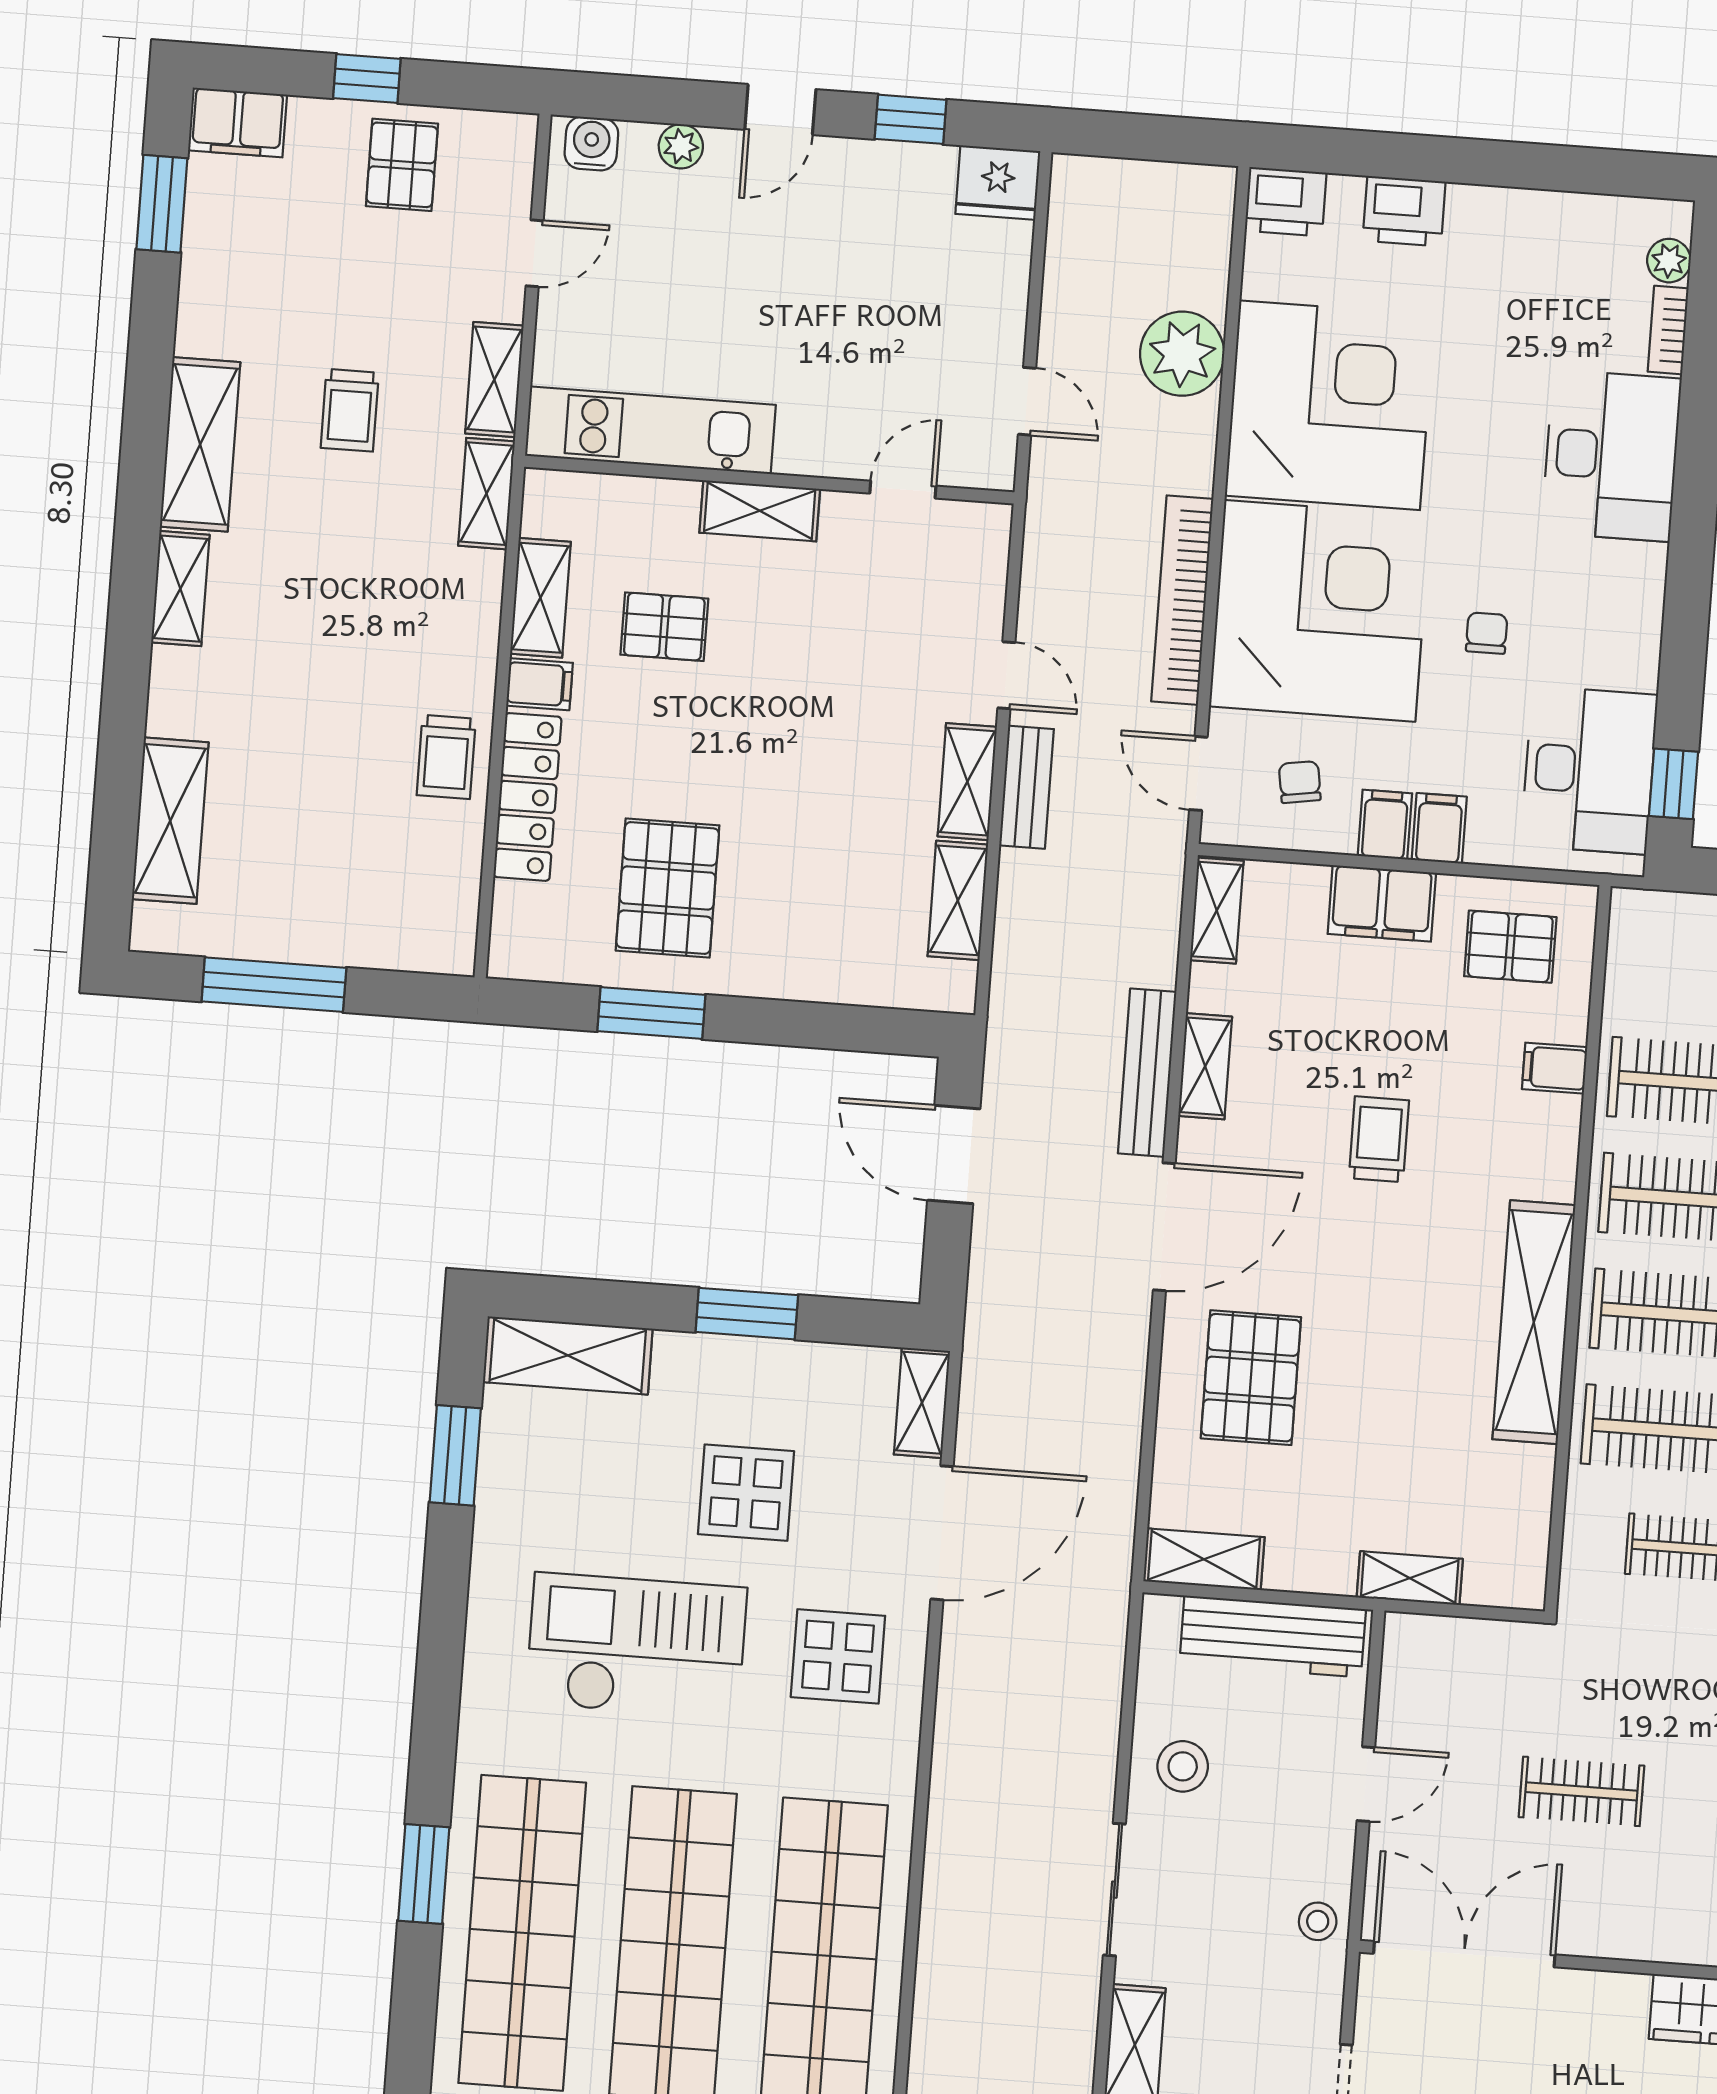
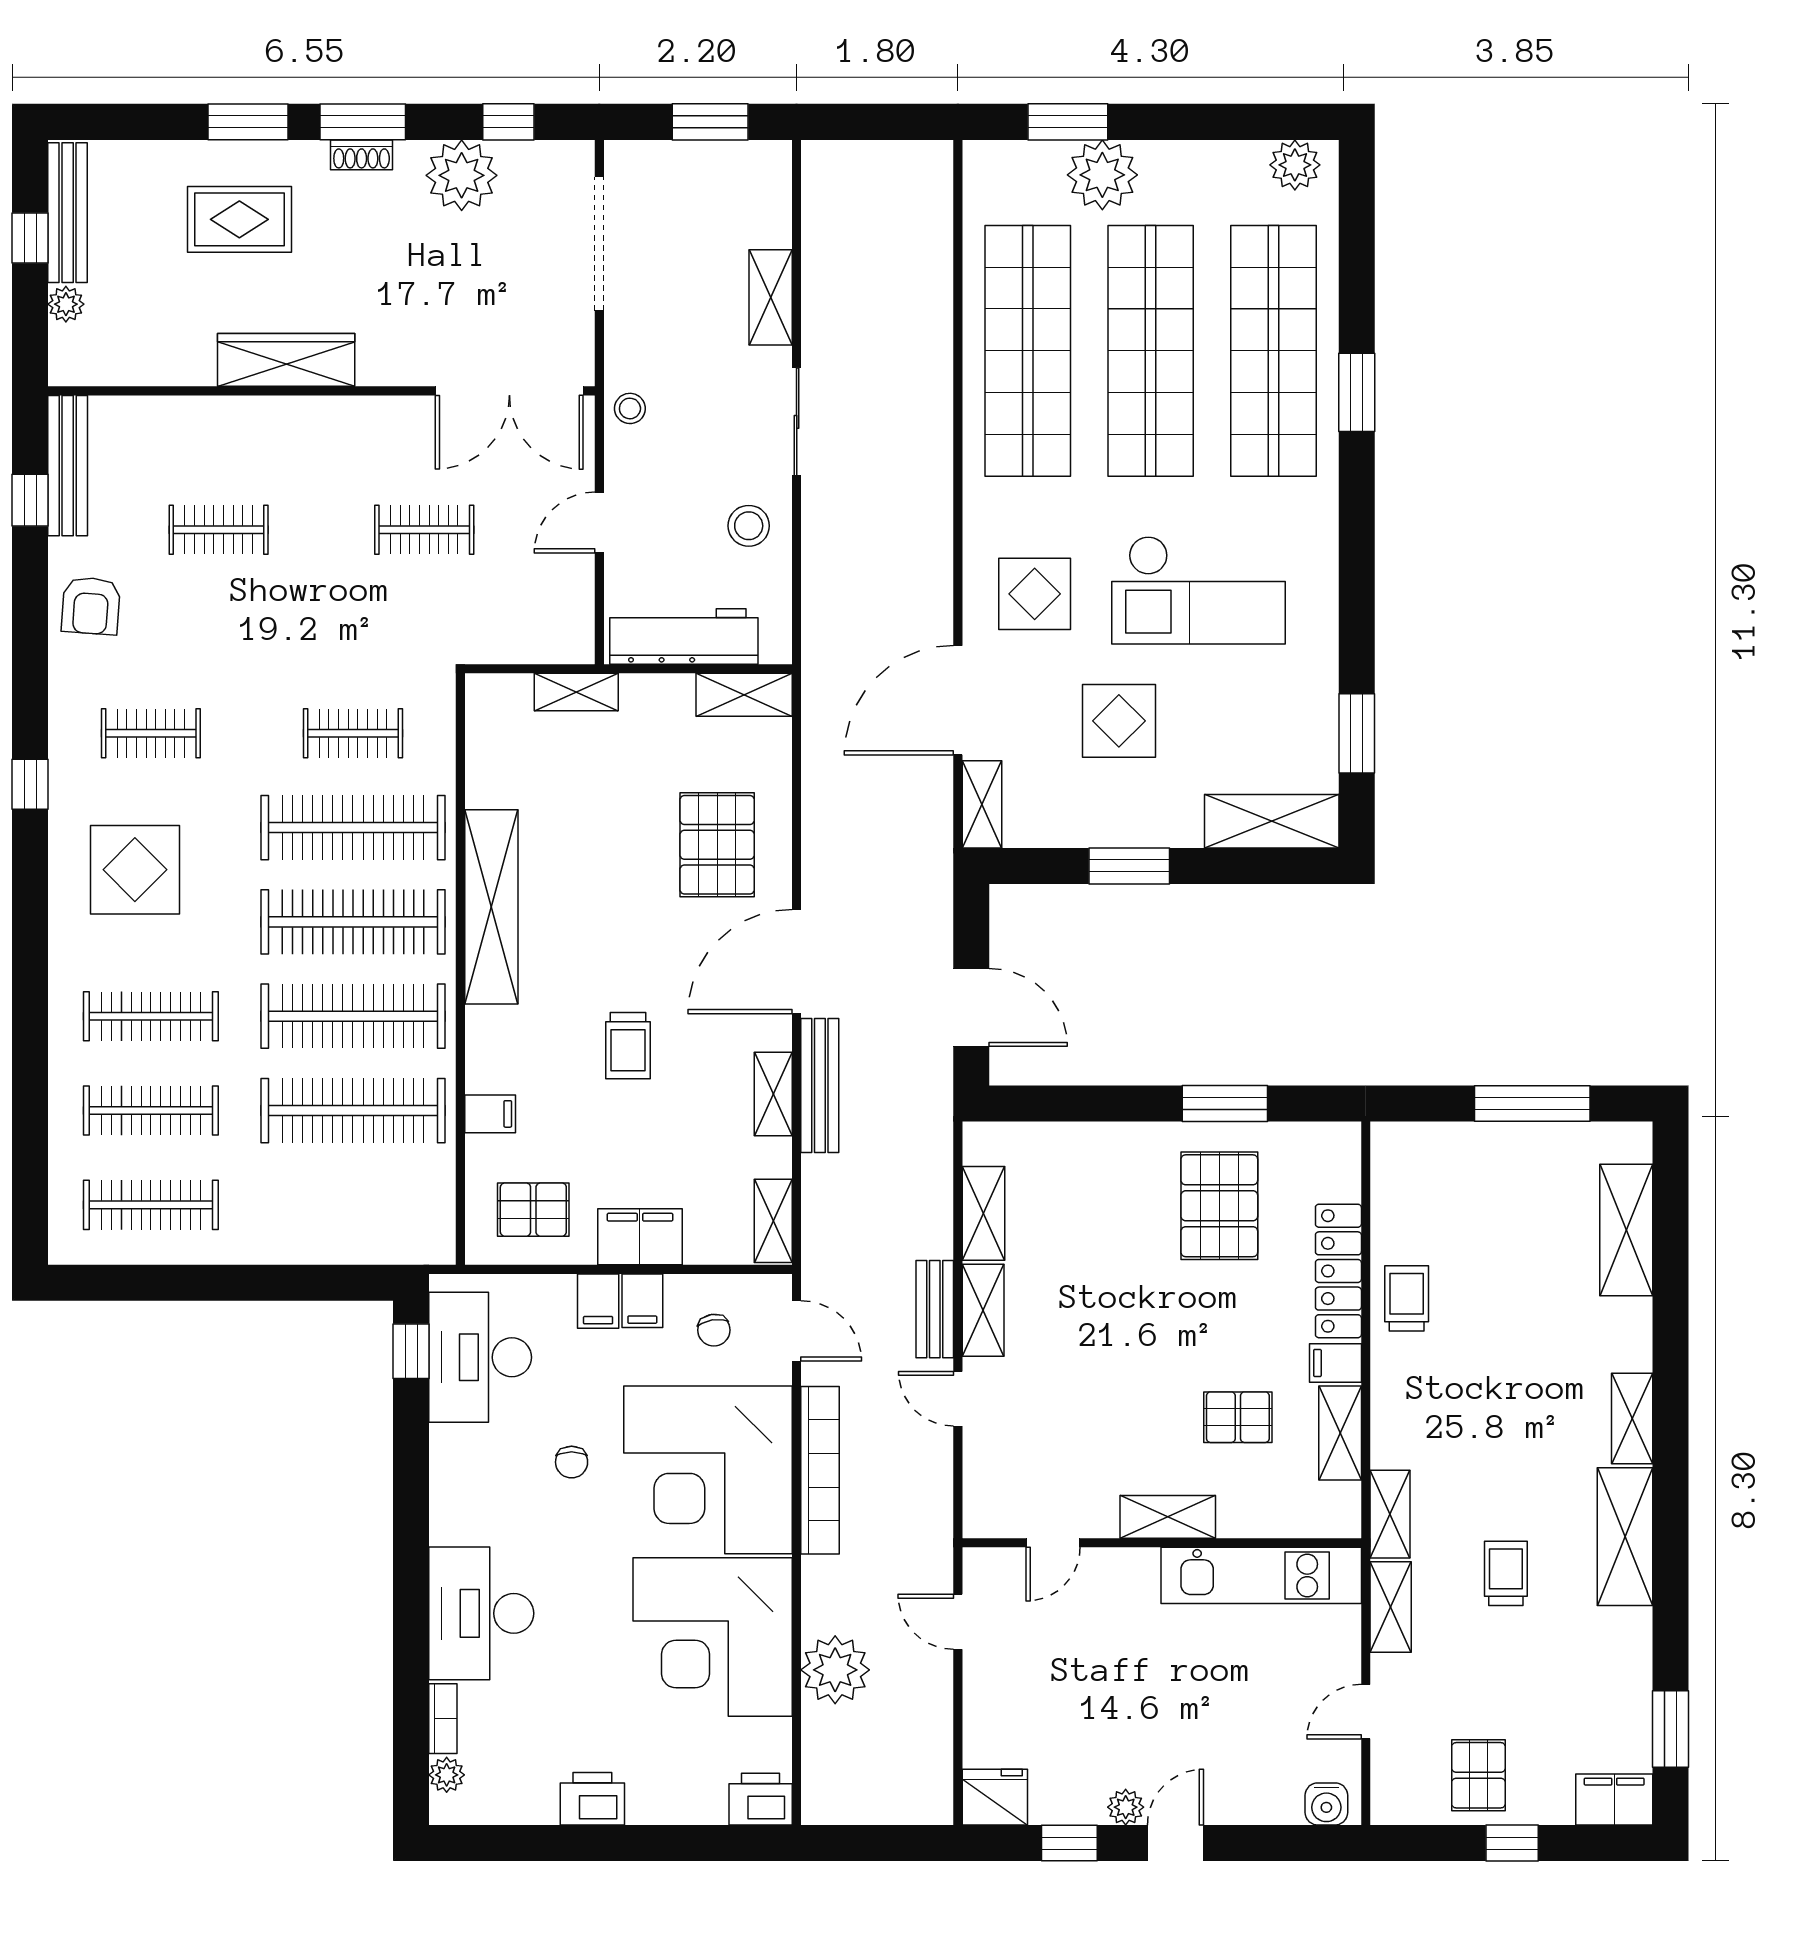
plant: (681, 146) -> (1126, 1807), moved
printer: (1404, 211) -> (592, 1799), moved

